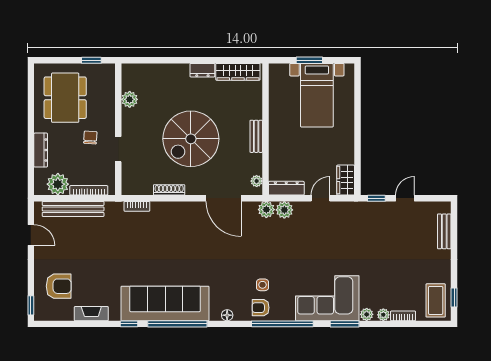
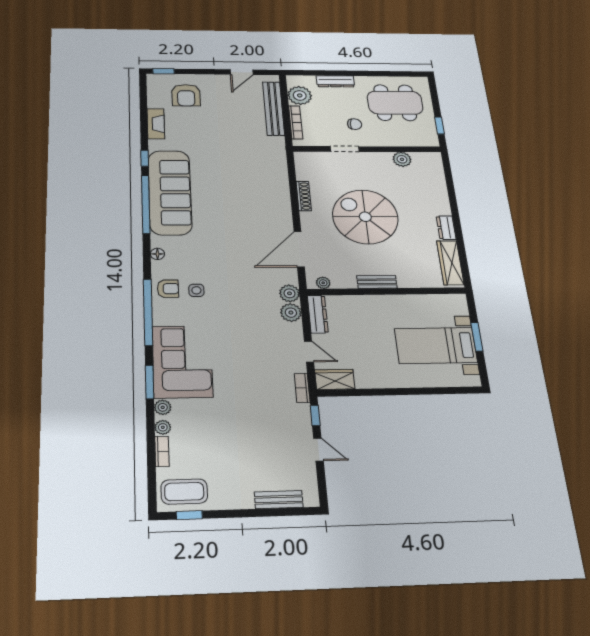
bookcase: (137, 206) -> (302, 388), moved
armchair: (261, 308) -> (168, 289), turned 90

